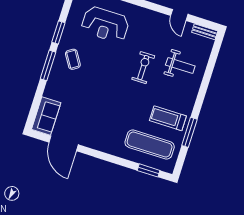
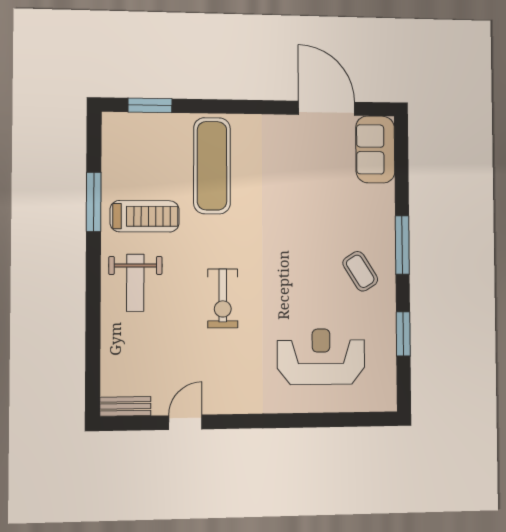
door: (179, 15) -> (185, 422), hinge flipped
window: (58, 32) -> (403, 334), moved
weight bench: (180, 66) -> (135, 283), moved, turned -90
exercise mat: (150, 145) -> (212, 166), moved, turned 90

